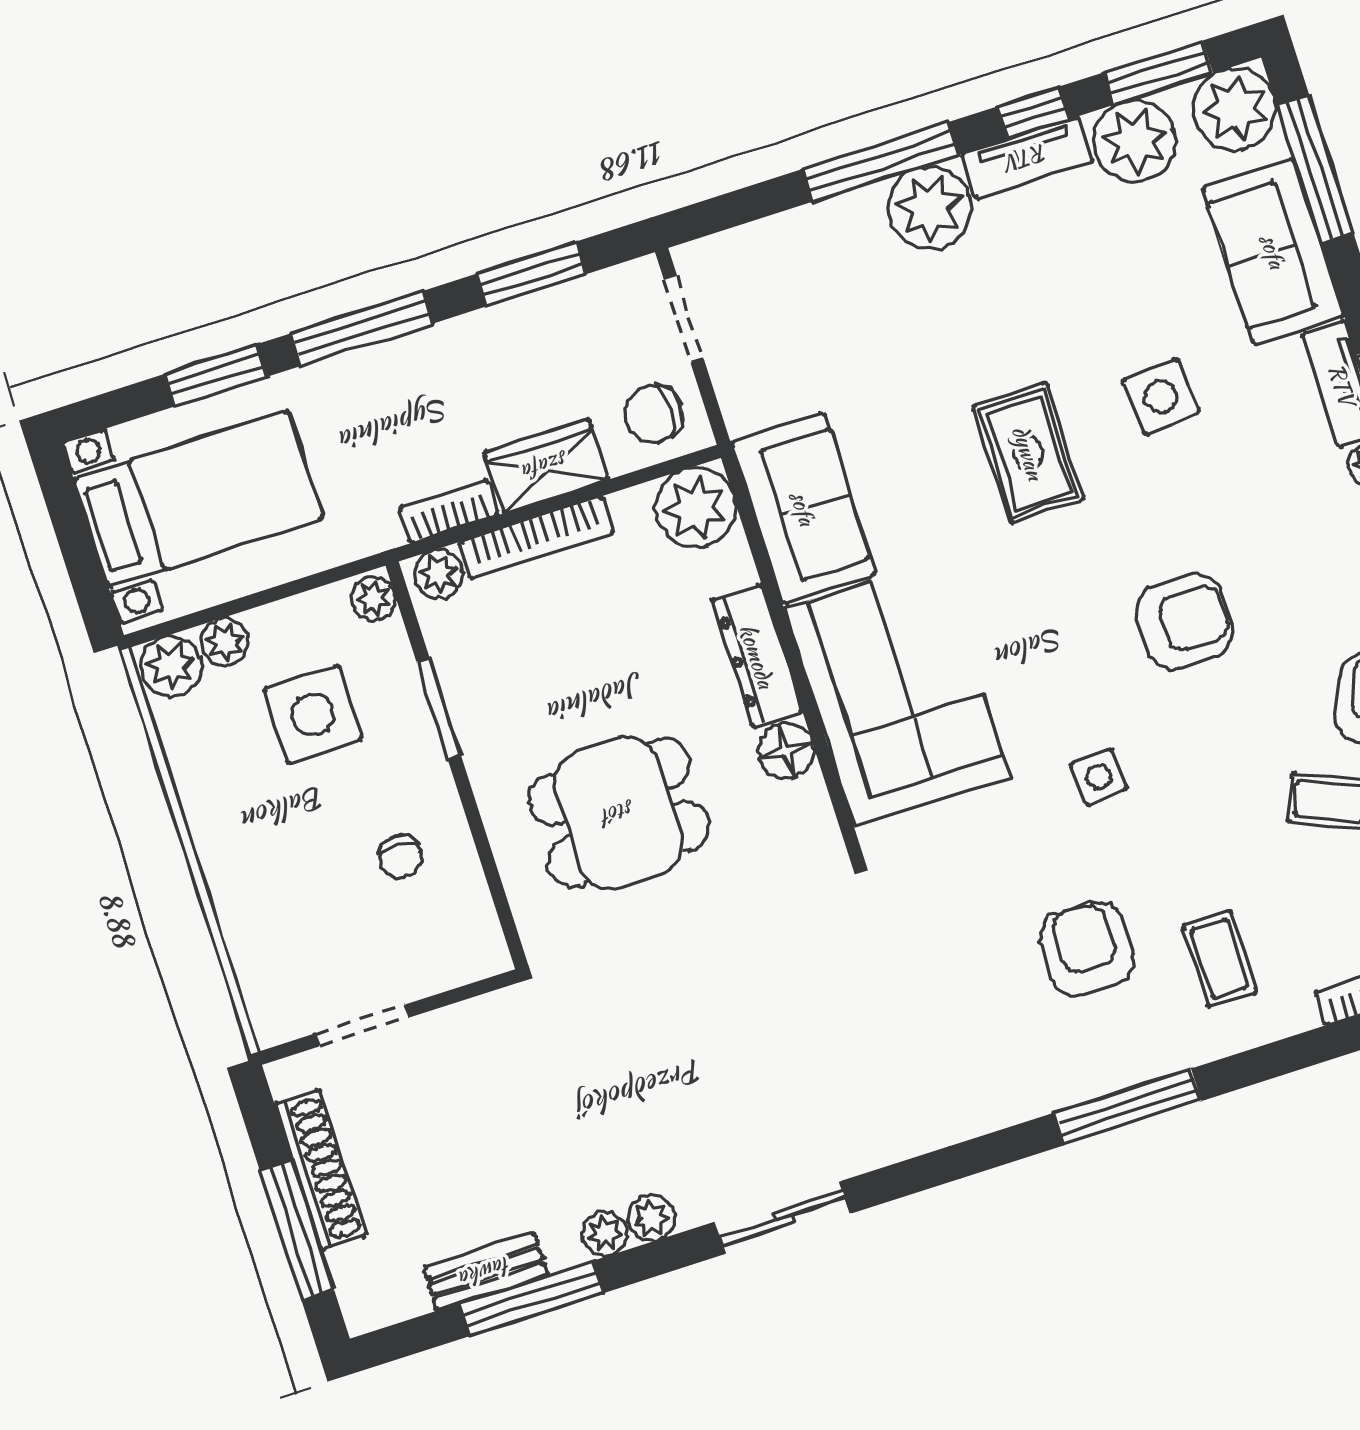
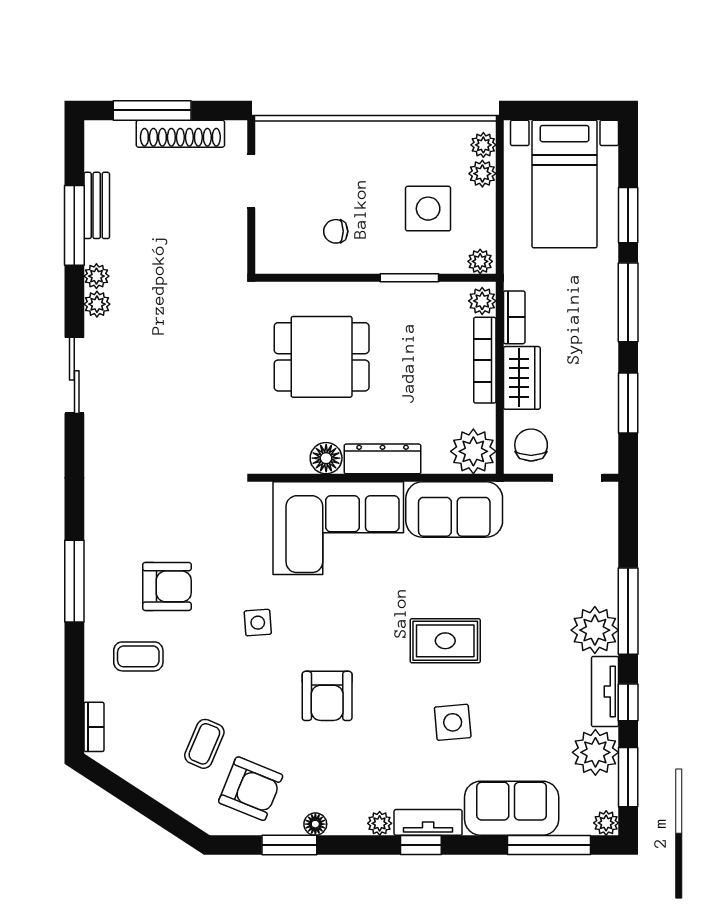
plant: (1235, 109) -> (606, 823), width x0.53, depth x0.53
plant: (171, 666) -> (483, 145), width x0.73, depth x0.73
dining table: (619, 813) -> (322, 357), turned 90

